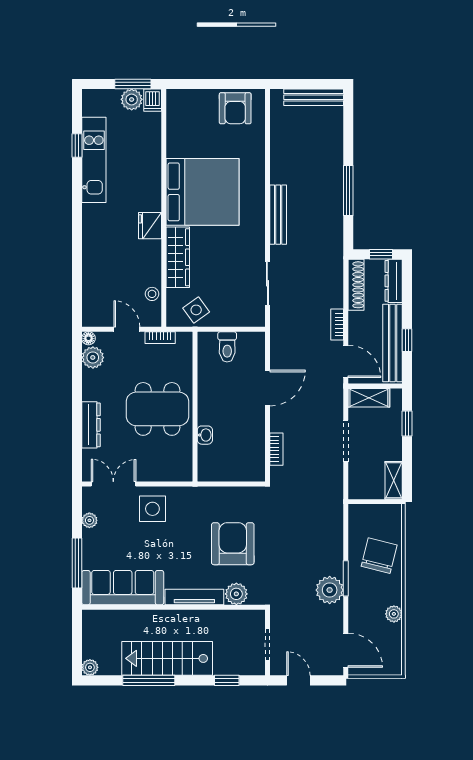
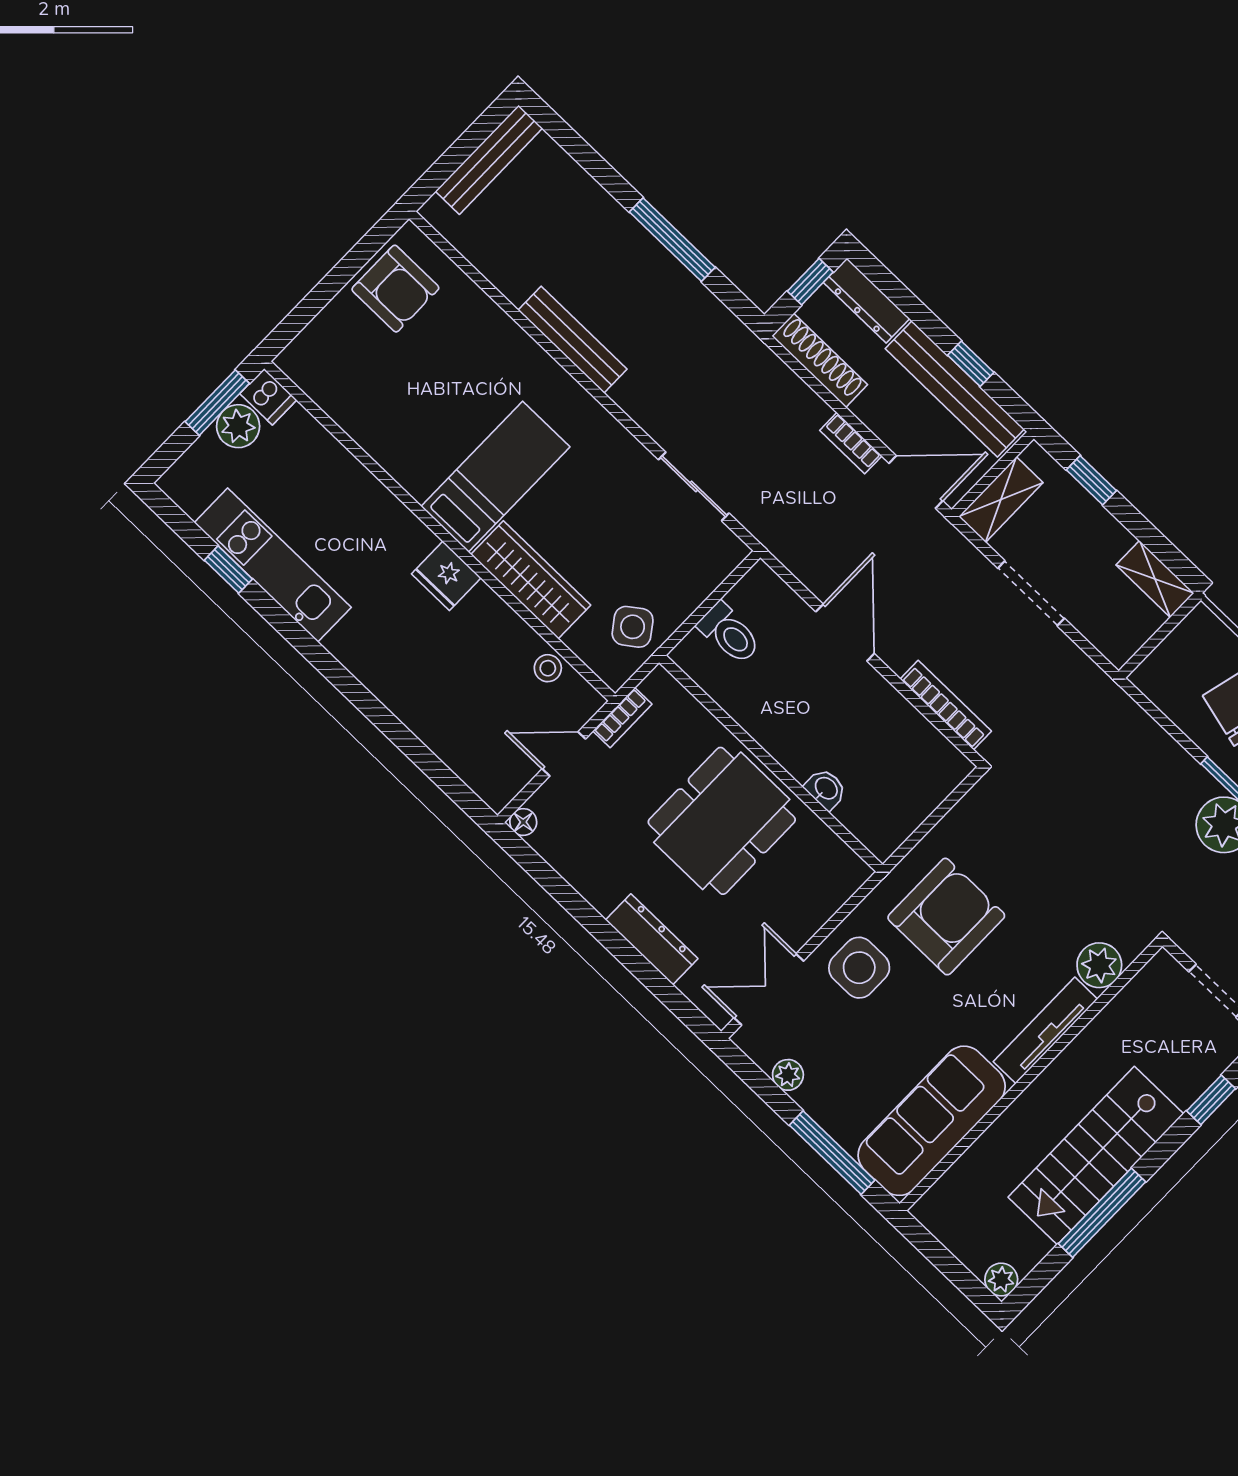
bed: (202, 192) -> (495, 477), width x0.49
bench: (278, 215) -> (573, 340), moved
plant: (93, 357) -> (557, 843), removed
bookcase: (276, 449) -> (946, 705), width x1.56
armchair: (233, 544) -> (946, 917), moved, turned 90

